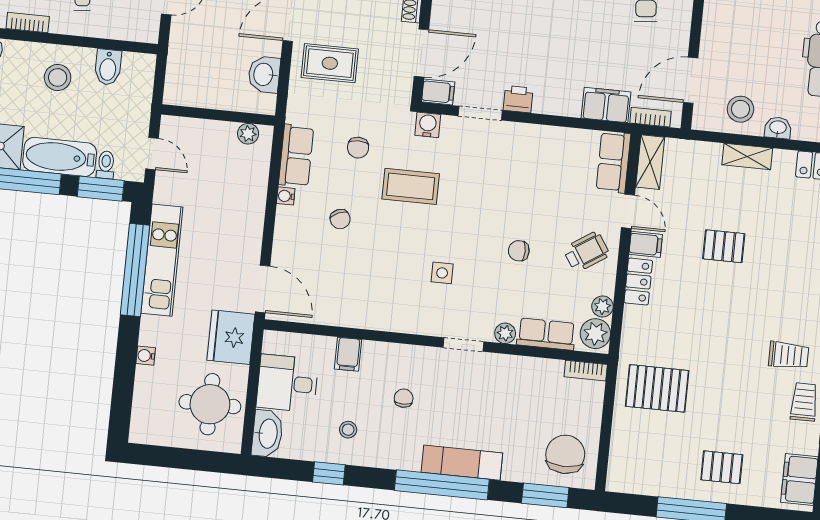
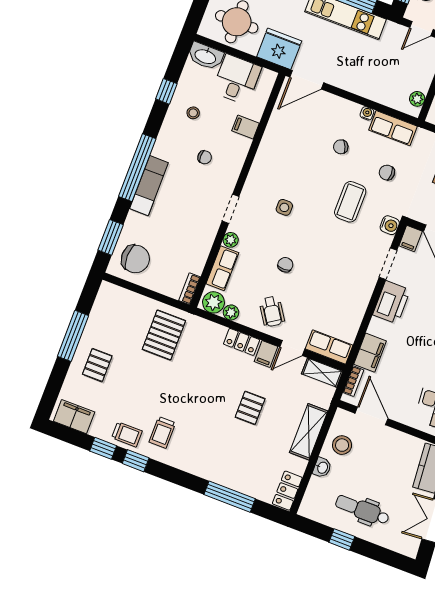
printer: (518, 99) -> (392, 302), width x1.87, depth x1.48
shelving: (747, 156) -> (309, 432), width x1.50, depth x1.33

